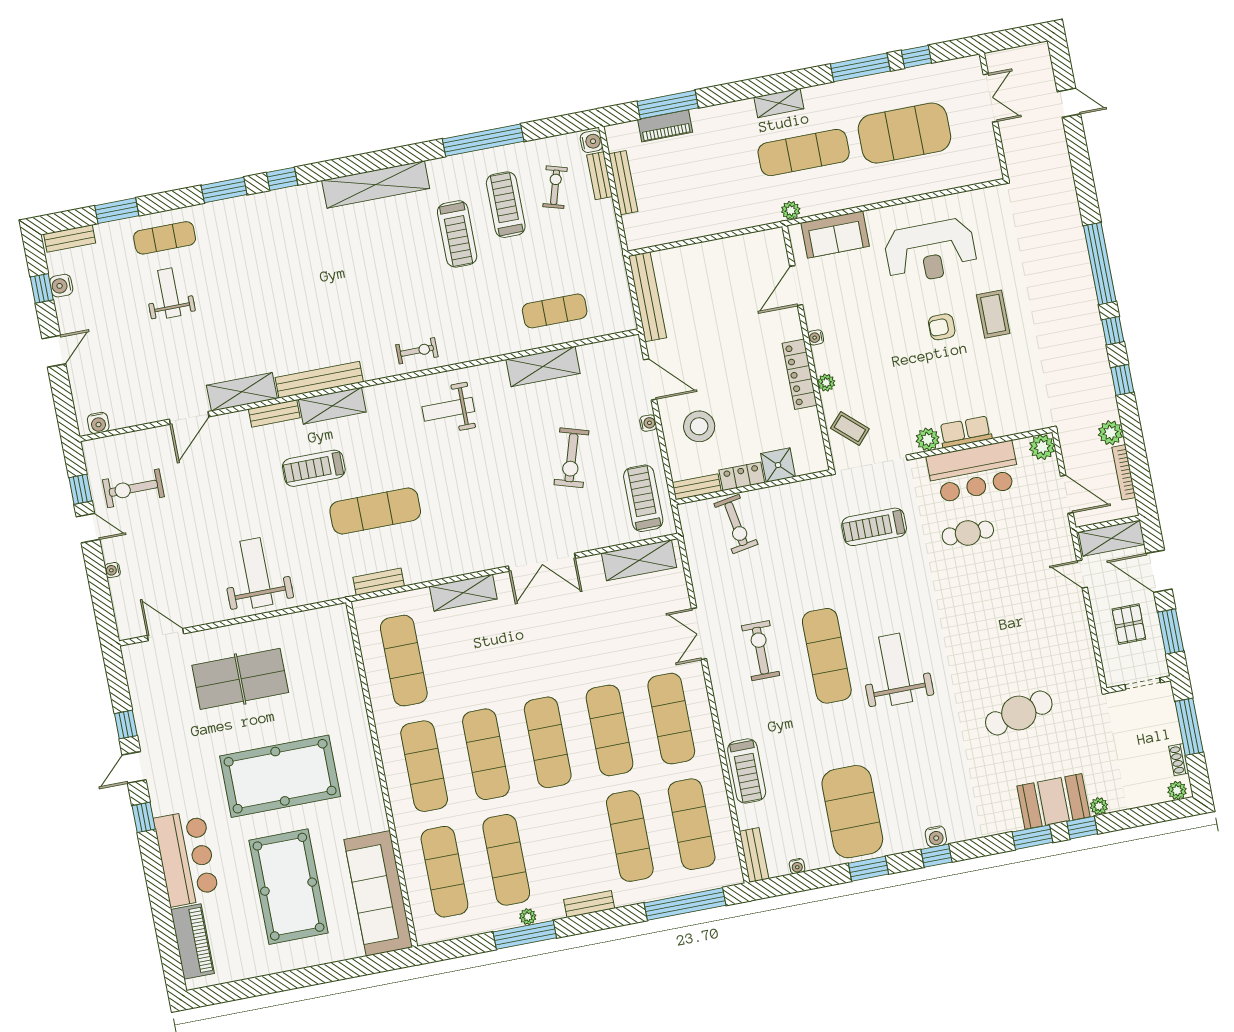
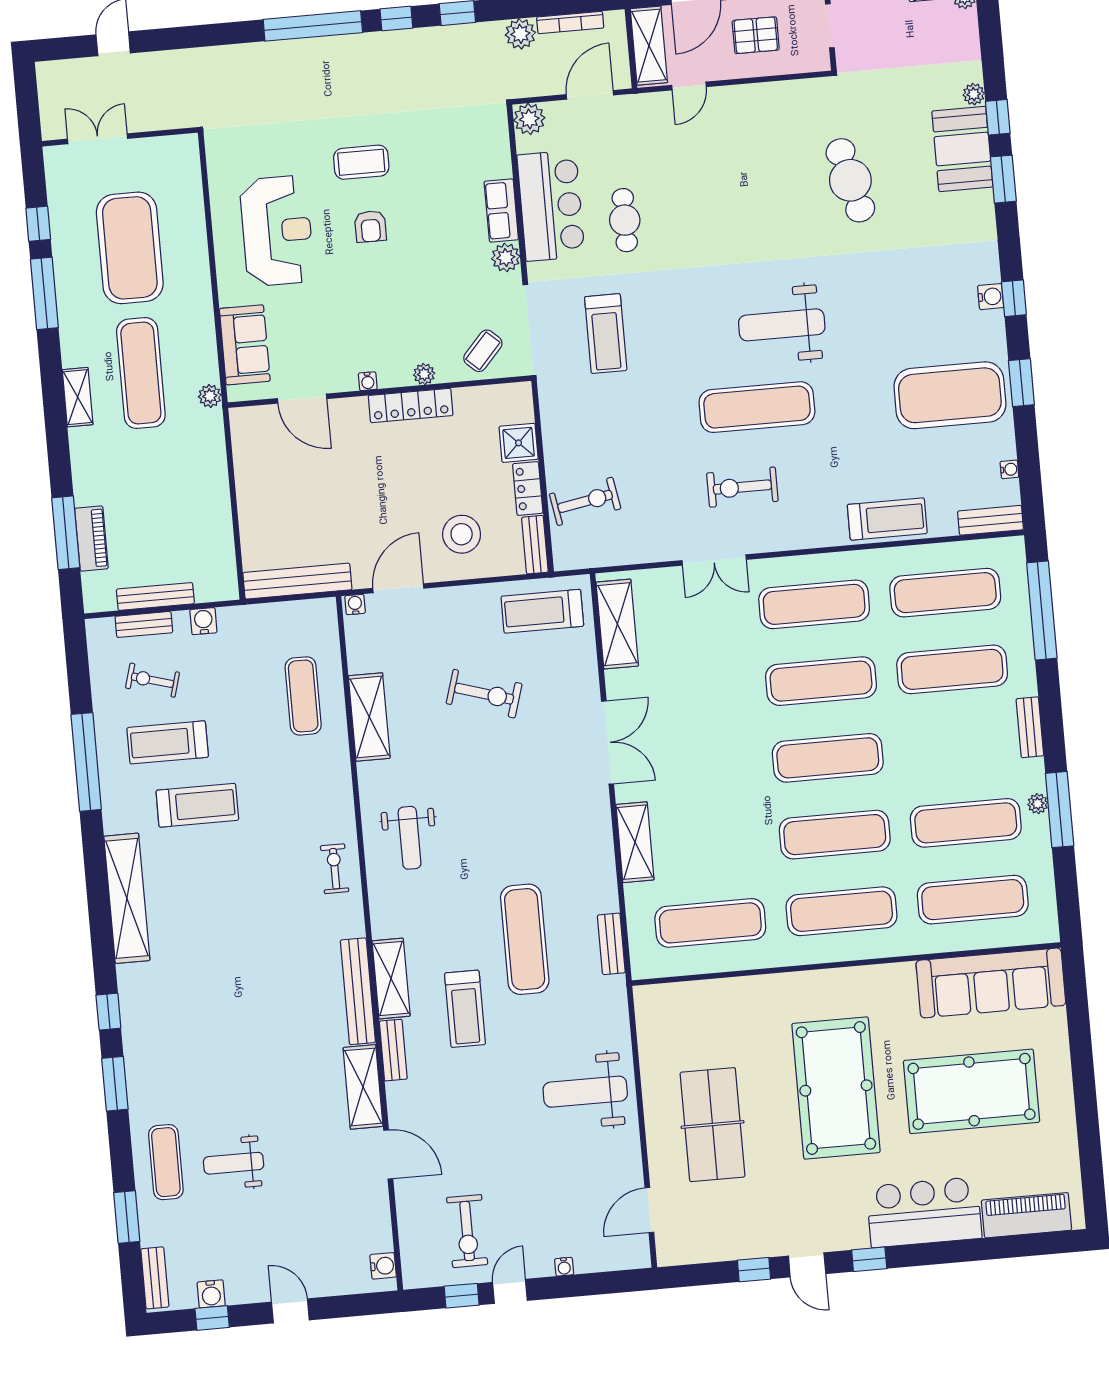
water cooler: (591, 142) -> (203, 621), moved
water cooler: (648, 423) -> (355, 604), moved

